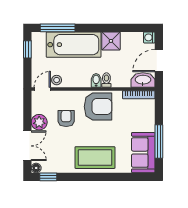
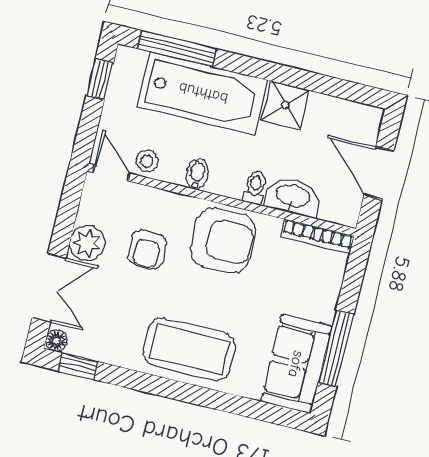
washing machine: (149, 37) -> (370, 118), removed
door: (159, 61) -> (379, 173), hinge flipped
bidet: (96, 80) -> (197, 174), moved
washbasin: (143, 80) -> (293, 197), moved
door: (42, 89) -> (111, 173), hinge flipped
armchair: (66, 118) -> (147, 249), turned 180

